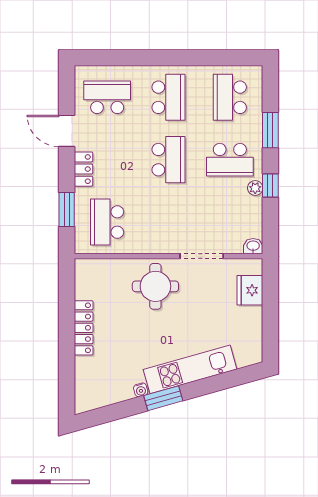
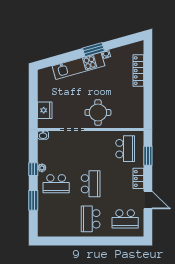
school desk: (230, 97) -> (56, 219), removed
school desk: (169, 160) -> (91, 184), turned 180
school desk: (230, 160) -> (56, 184), turned 180
locker: (84, 328) -> (138, 71), moved

